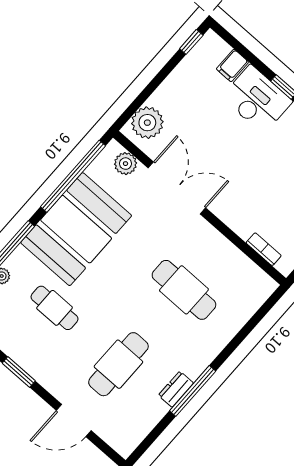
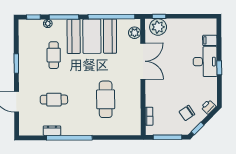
window: (191, 42) -> (159, 16), moved
cafe table: (118, 364) -> (54, 100), width x0.73, depth x0.74
dresser: (176, 389) -> (52, 131), moved
window: (193, 391) -> (69, 138), width x1.46

